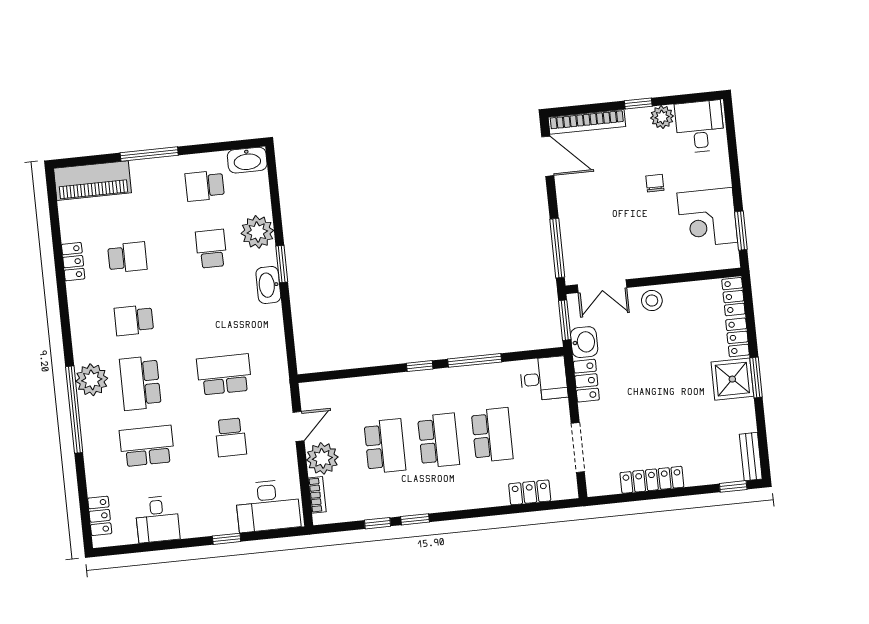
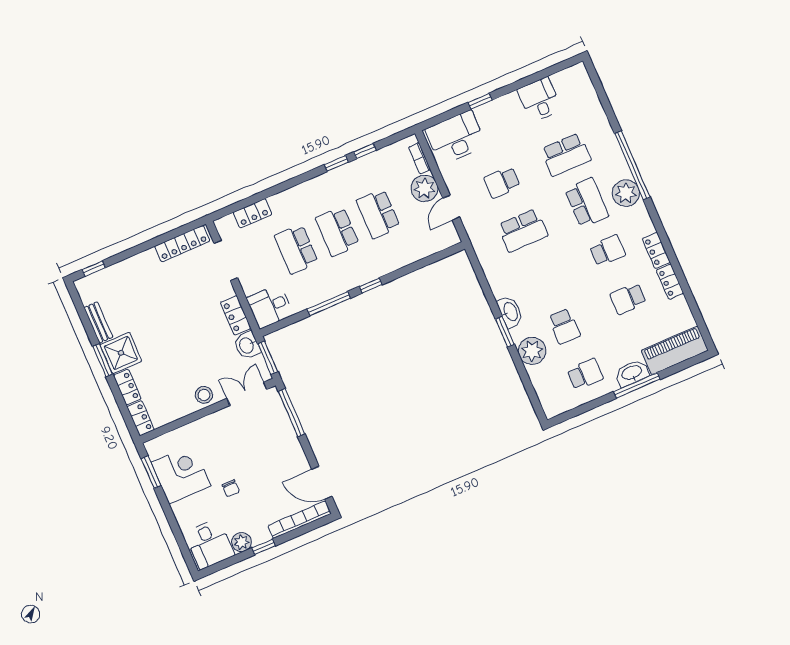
washbasin: (247, 160) -> (632, 373), moved
school desk: (231, 437) -> (502, 182), turned -90
bench: (751, 457) -> (98, 322), moved
locker: (652, 480) -> (182, 244), moved
locker: (100, 516) -> (656, 250), moved

